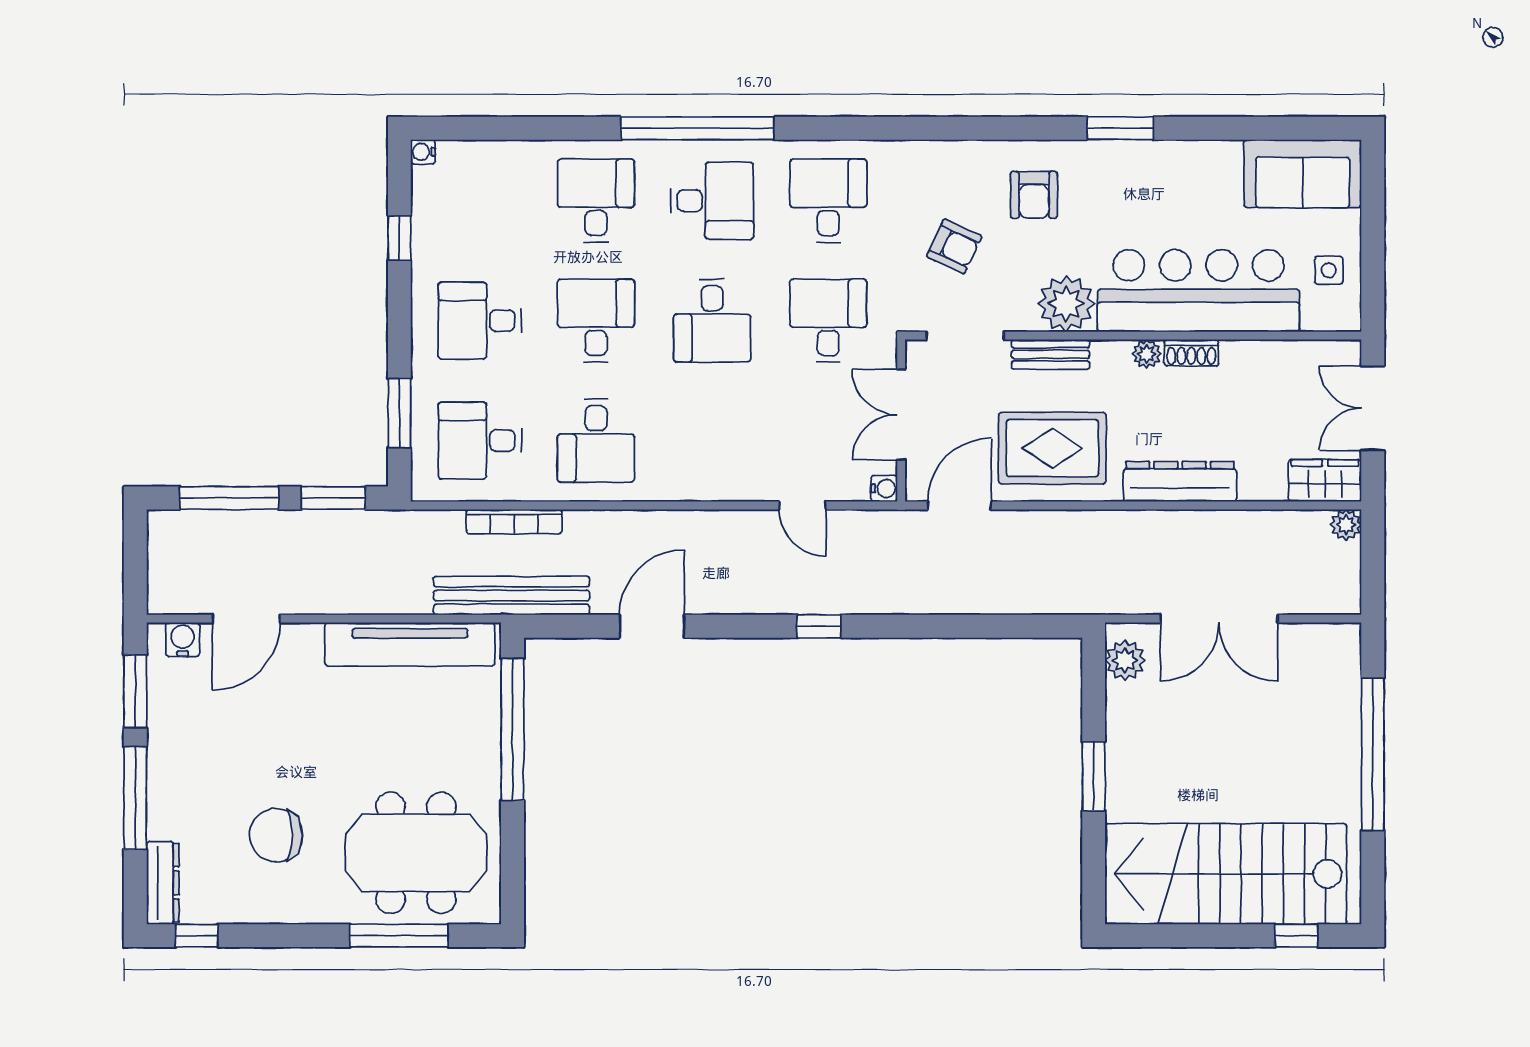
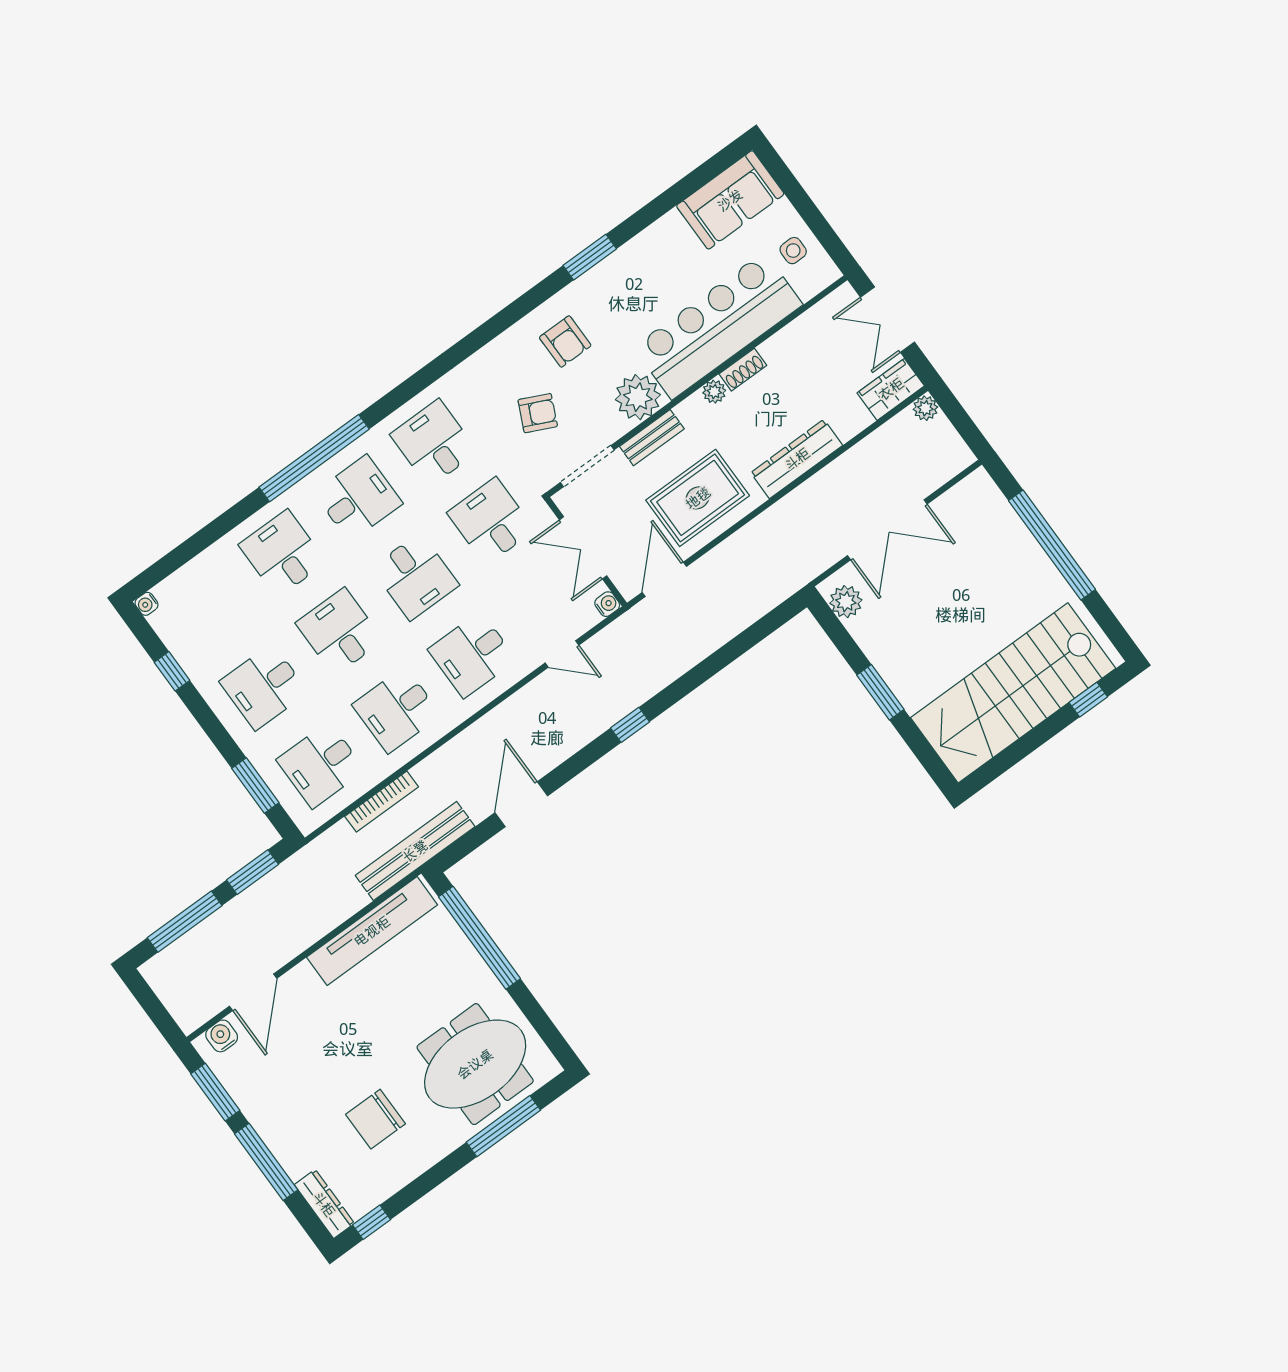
desk: (596, 441) -> (397, 710), turned 90
desk: (712, 441) -> (472, 655), added

